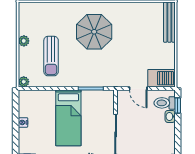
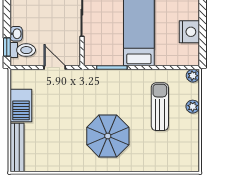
plant: (24, 41) -> (193, 107), moved
barbecue: (161, 78) -> (21, 105), moved, turned -90
nightstand: (23, 122) -> (189, 32), width x1.89, depth x1.79

